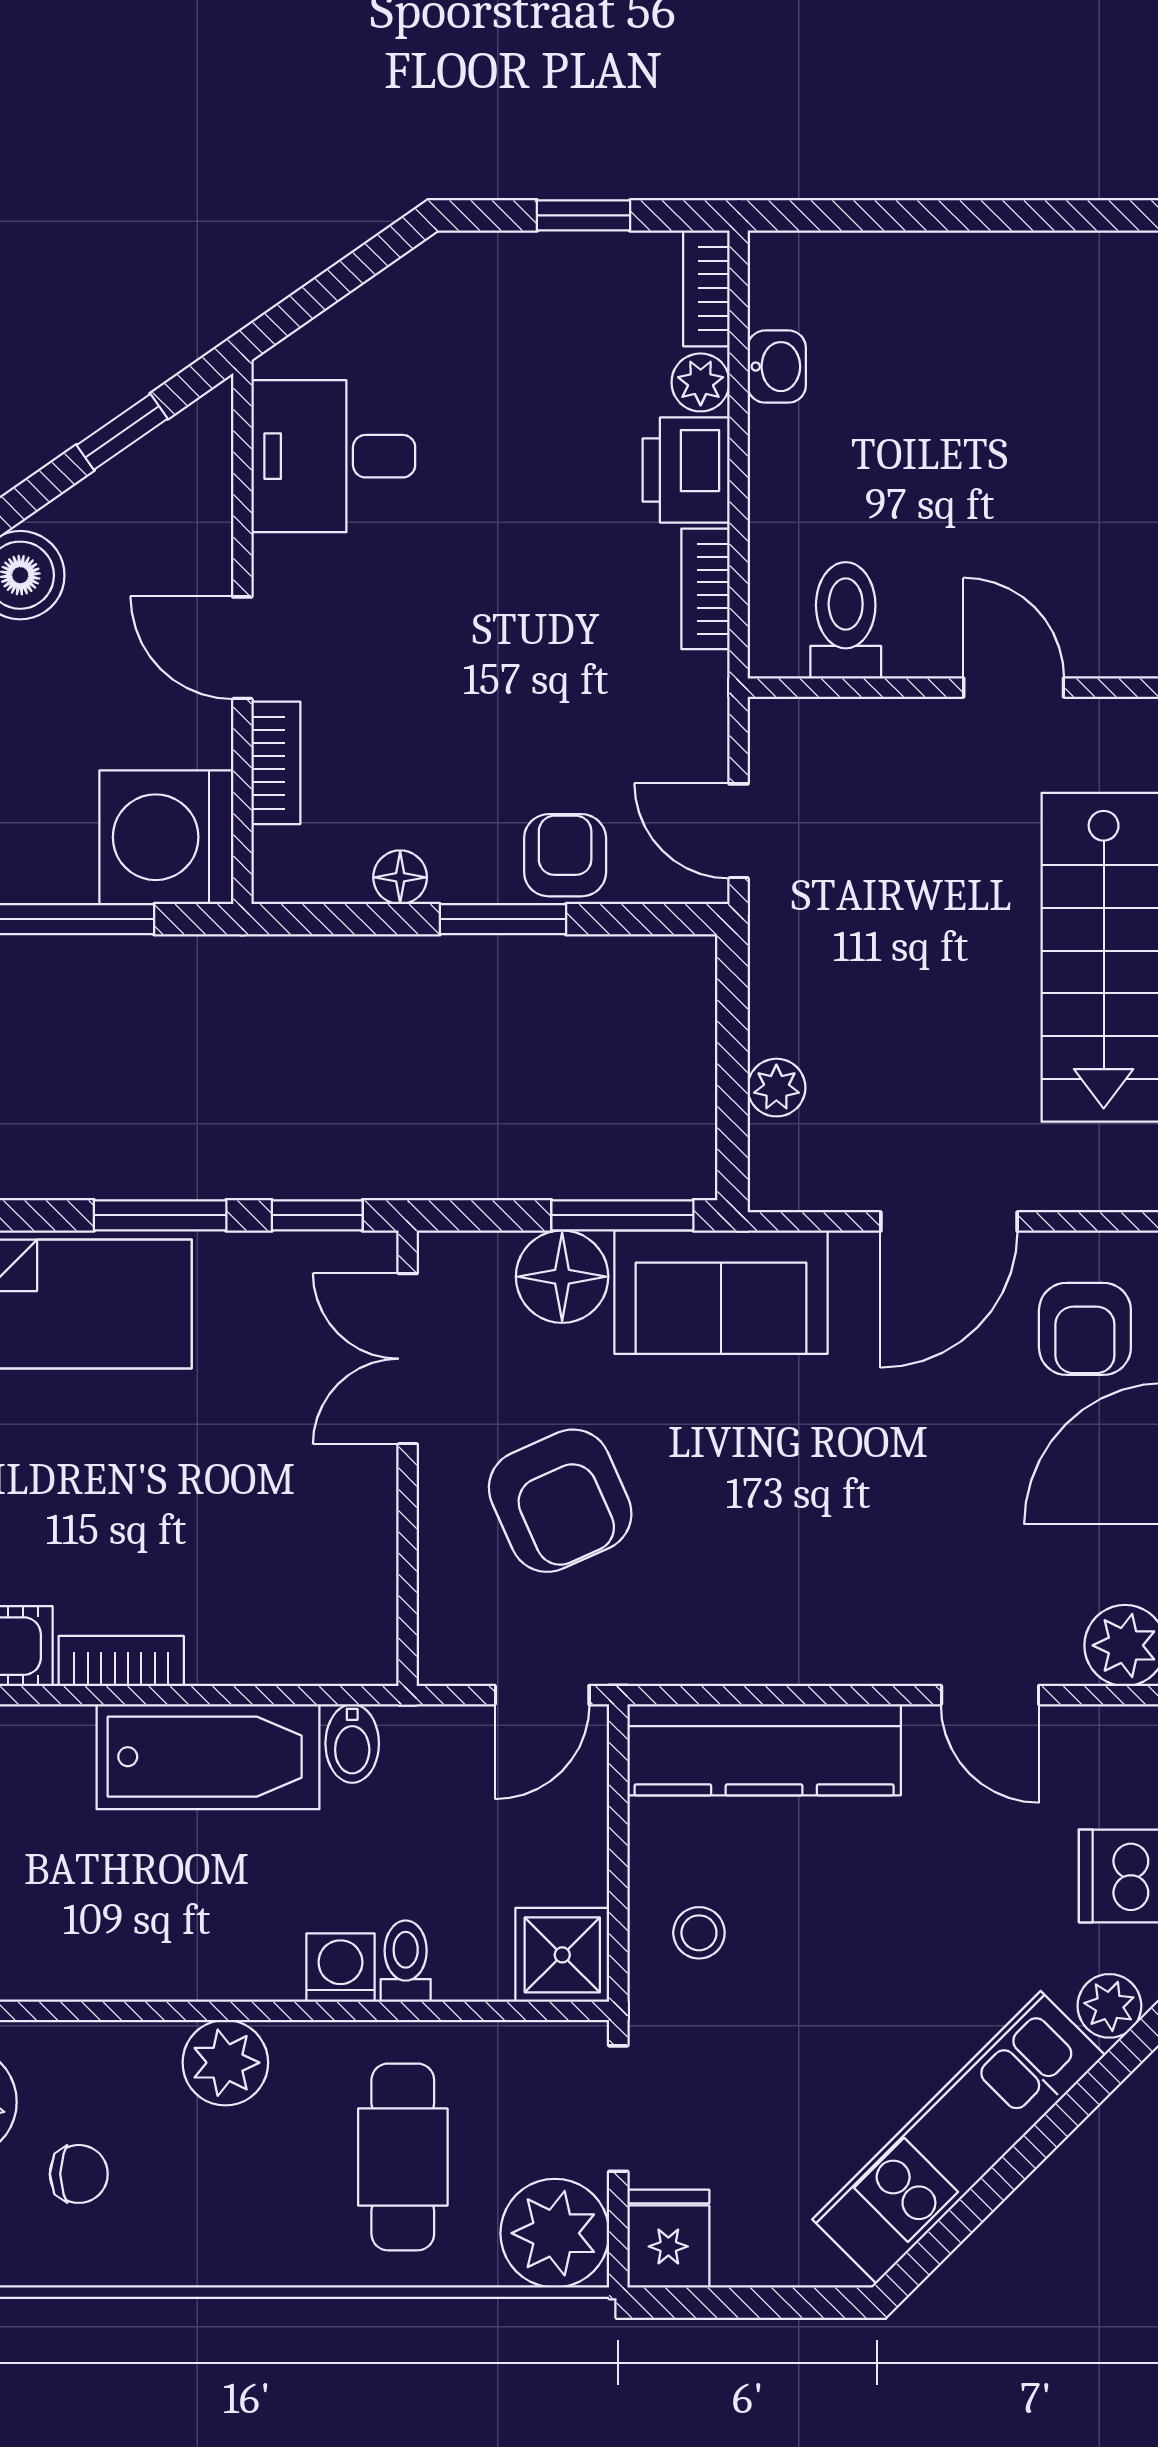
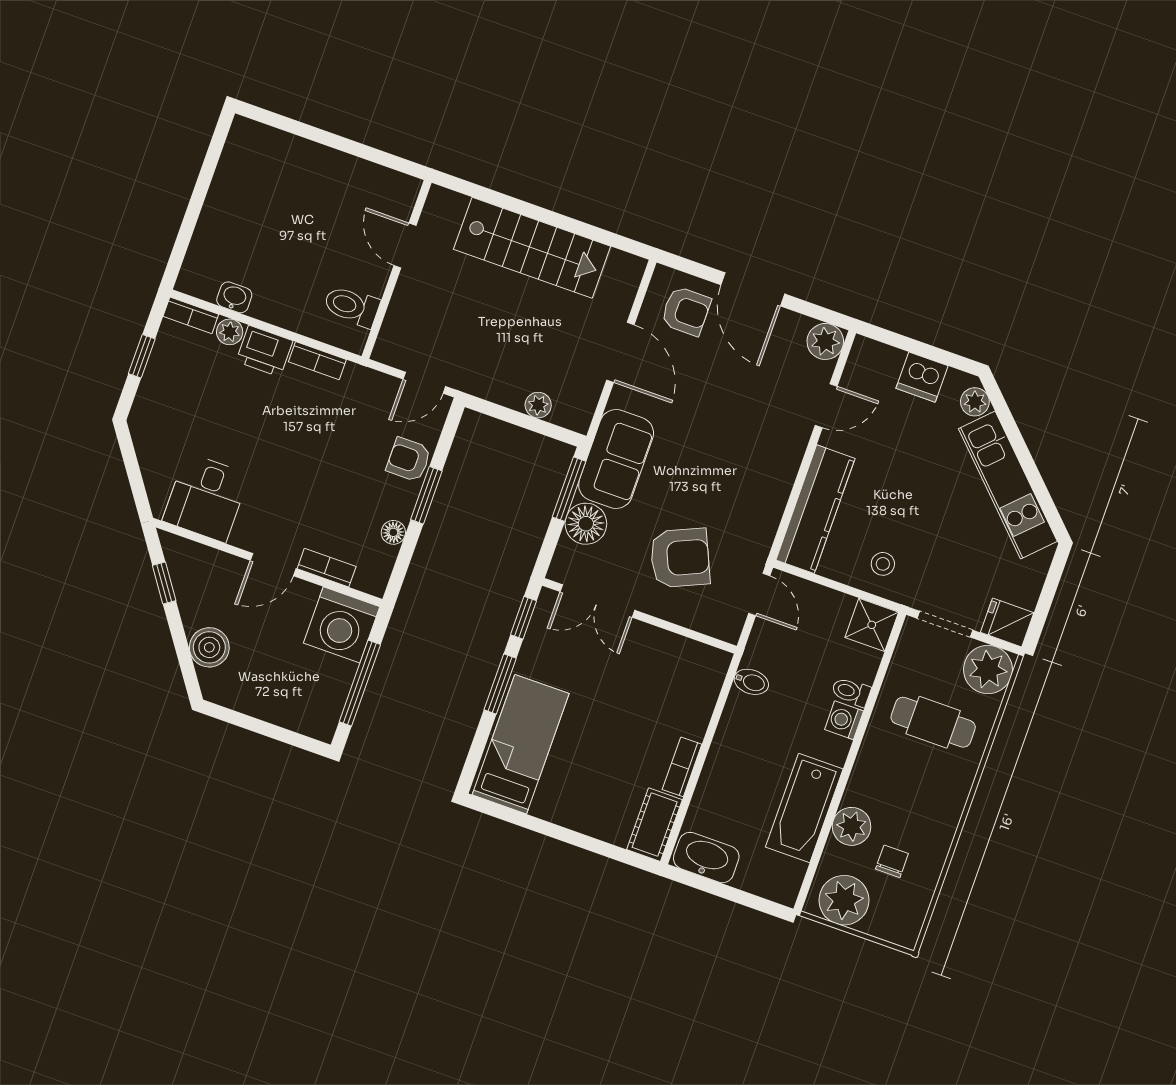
door: (1014, 688) -> (405, 245), hinge flipped
bathtub: (208, 1757) -> (804, 808), moved, turned 180
plant: (225, 2063) -> (852, 826), moved

